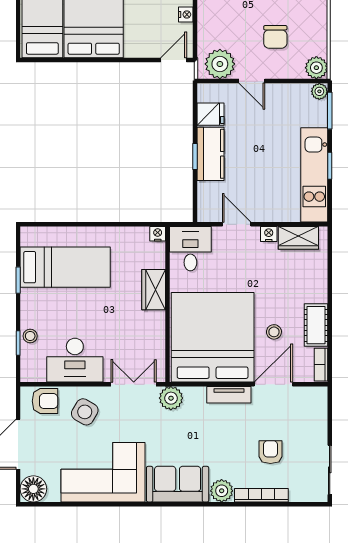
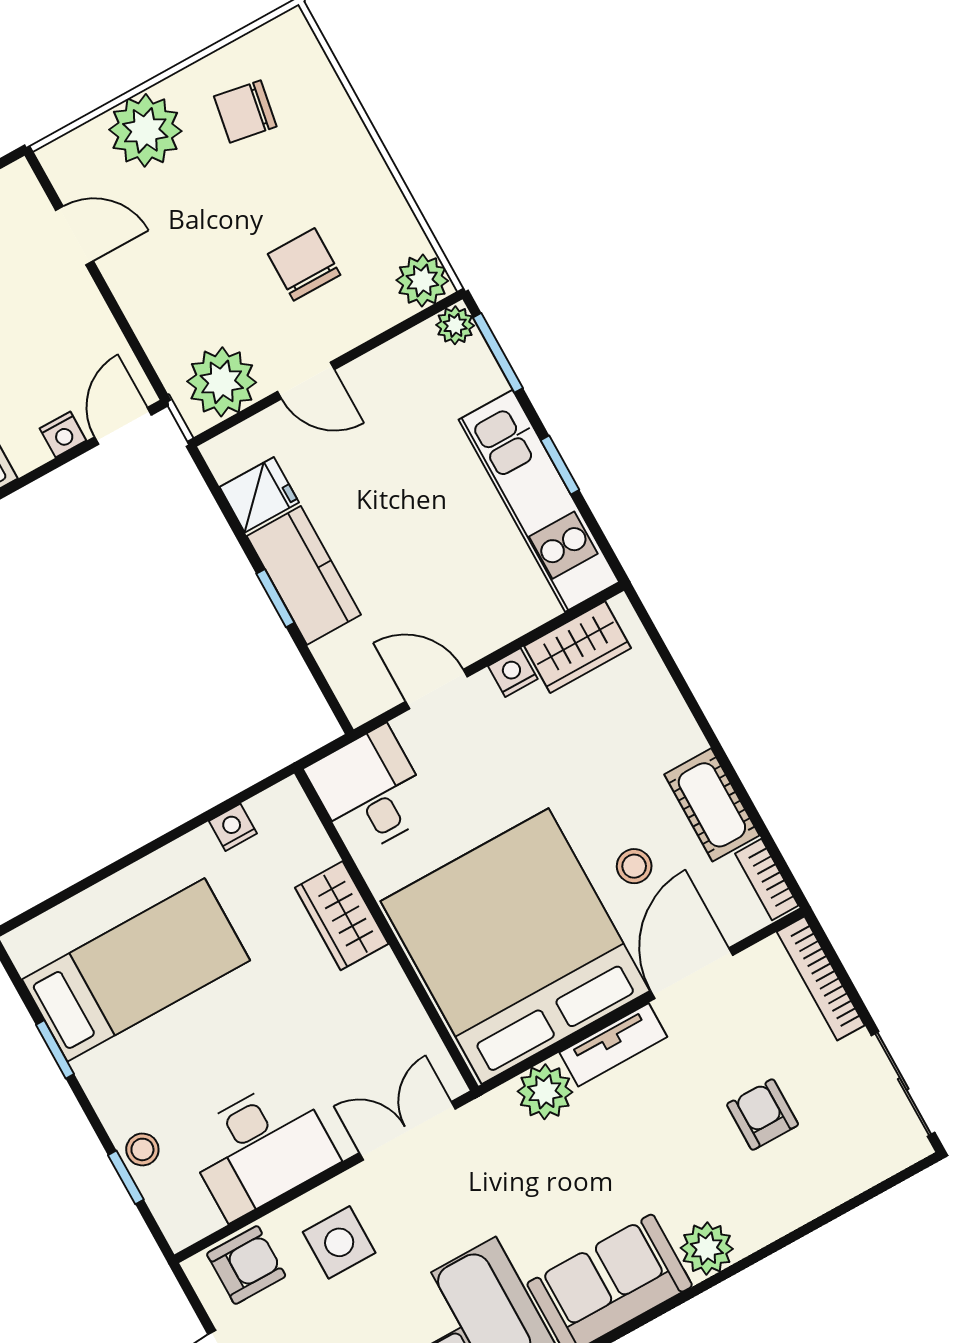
nightstand: (186, 14) -> (63, 435), moved, turned 90
chair: (275, 37) -> (304, 264), turned 180
nightstand: (158, 234) -> (233, 827), moved
plant: (171, 398) -> (545, 1092), moved
side table: (85, 412) -> (339, 1242), turned -30
bookcase: (261, 495) -> (821, 979), moved, turned -90

